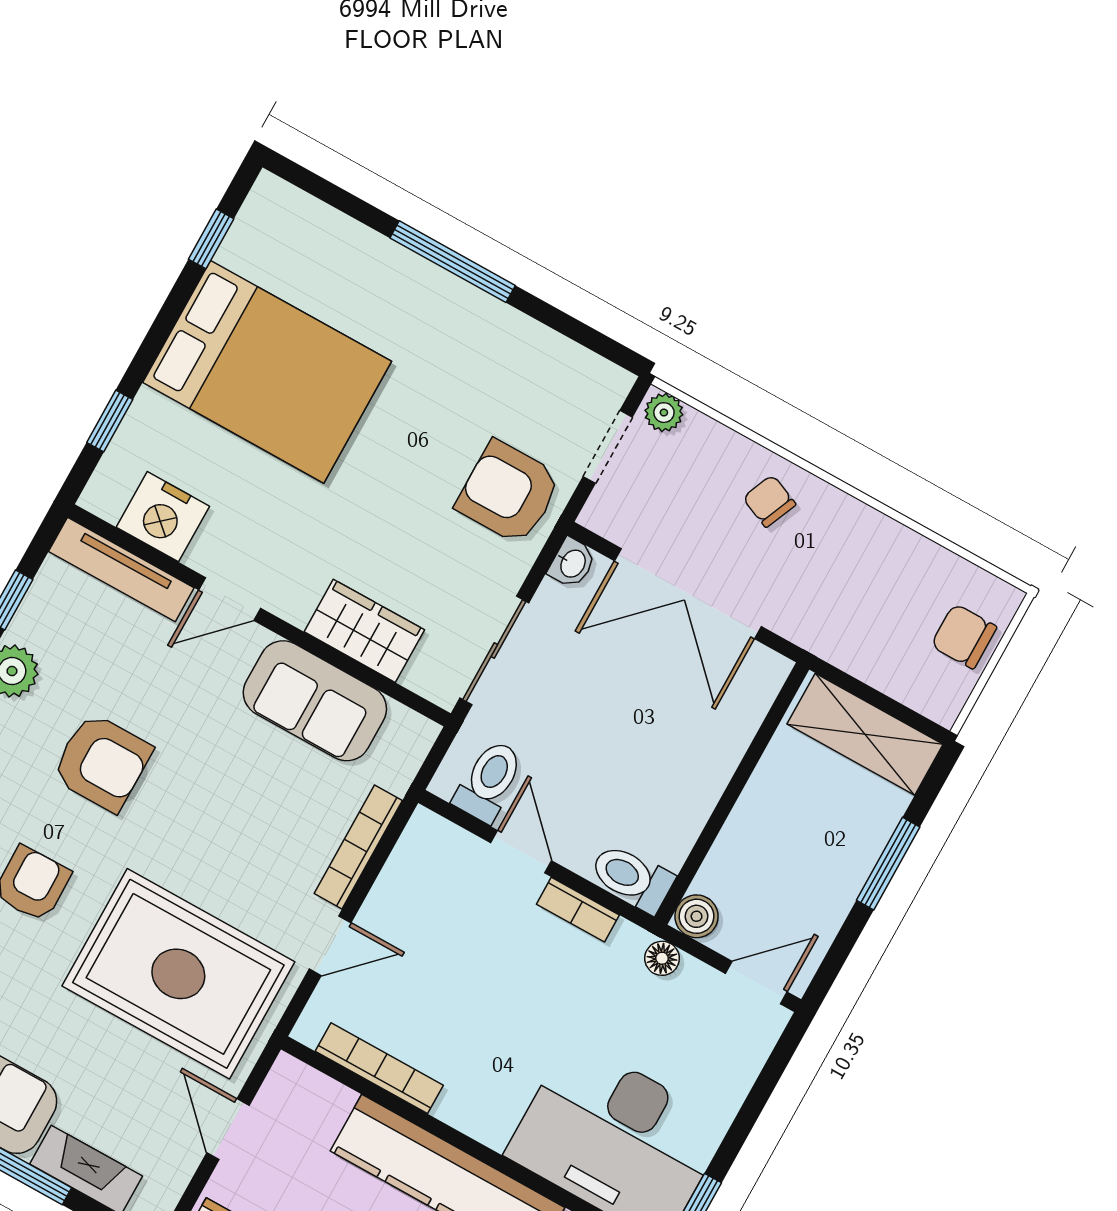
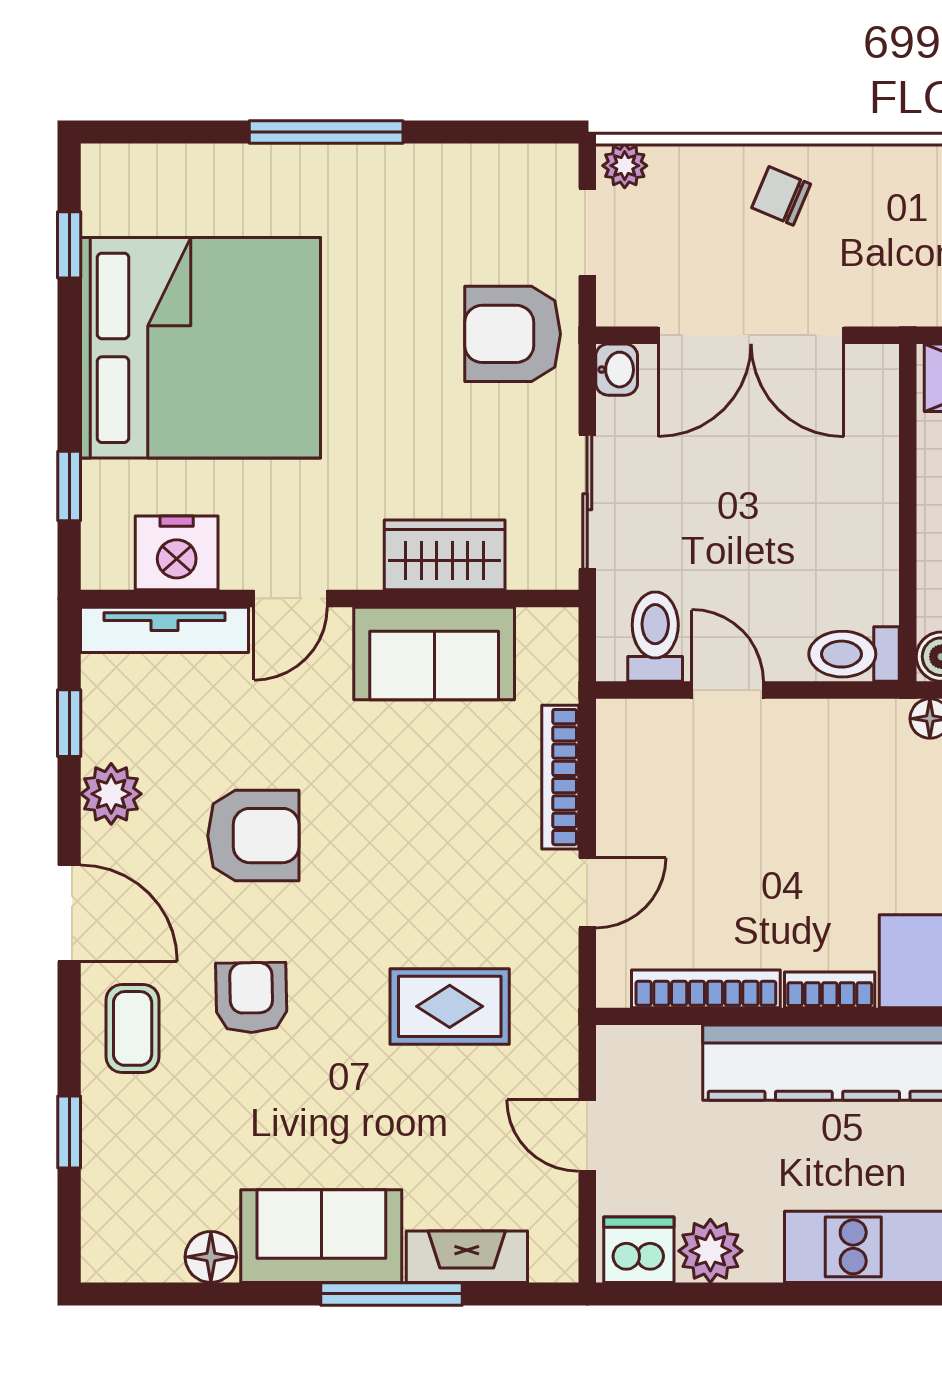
bed: (267, 372) -> (201, 348), width x1.36
bookcase: (578, 910) -> (830, 990), moved, turned 180
rug: (178, 974) -> (450, 1006), width x0.54, depth x0.49

